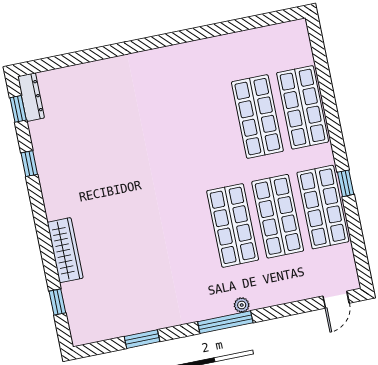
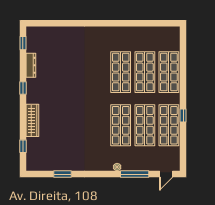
dresser: (31, 97) -> (31, 65), moved
shop shelf: (212, 126) -> (121, 72), added
window: (29, 164) -> (23, 88), moved
window: (225, 322) -> (135, 174), moved

